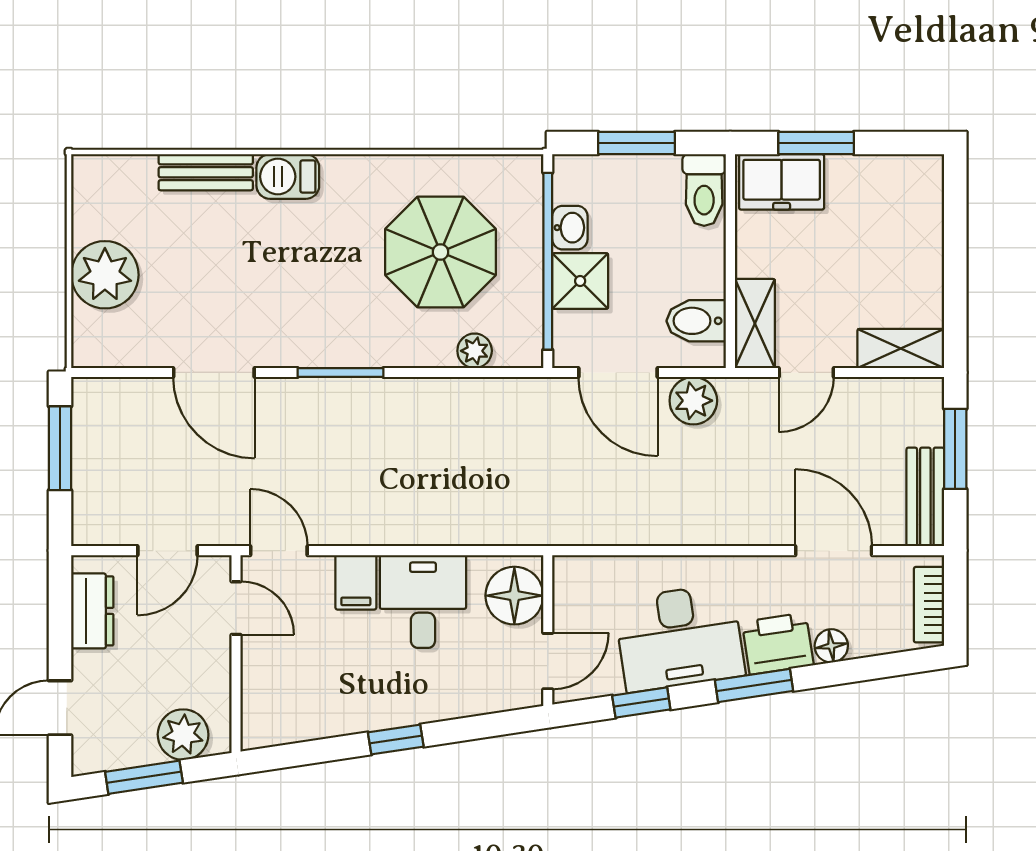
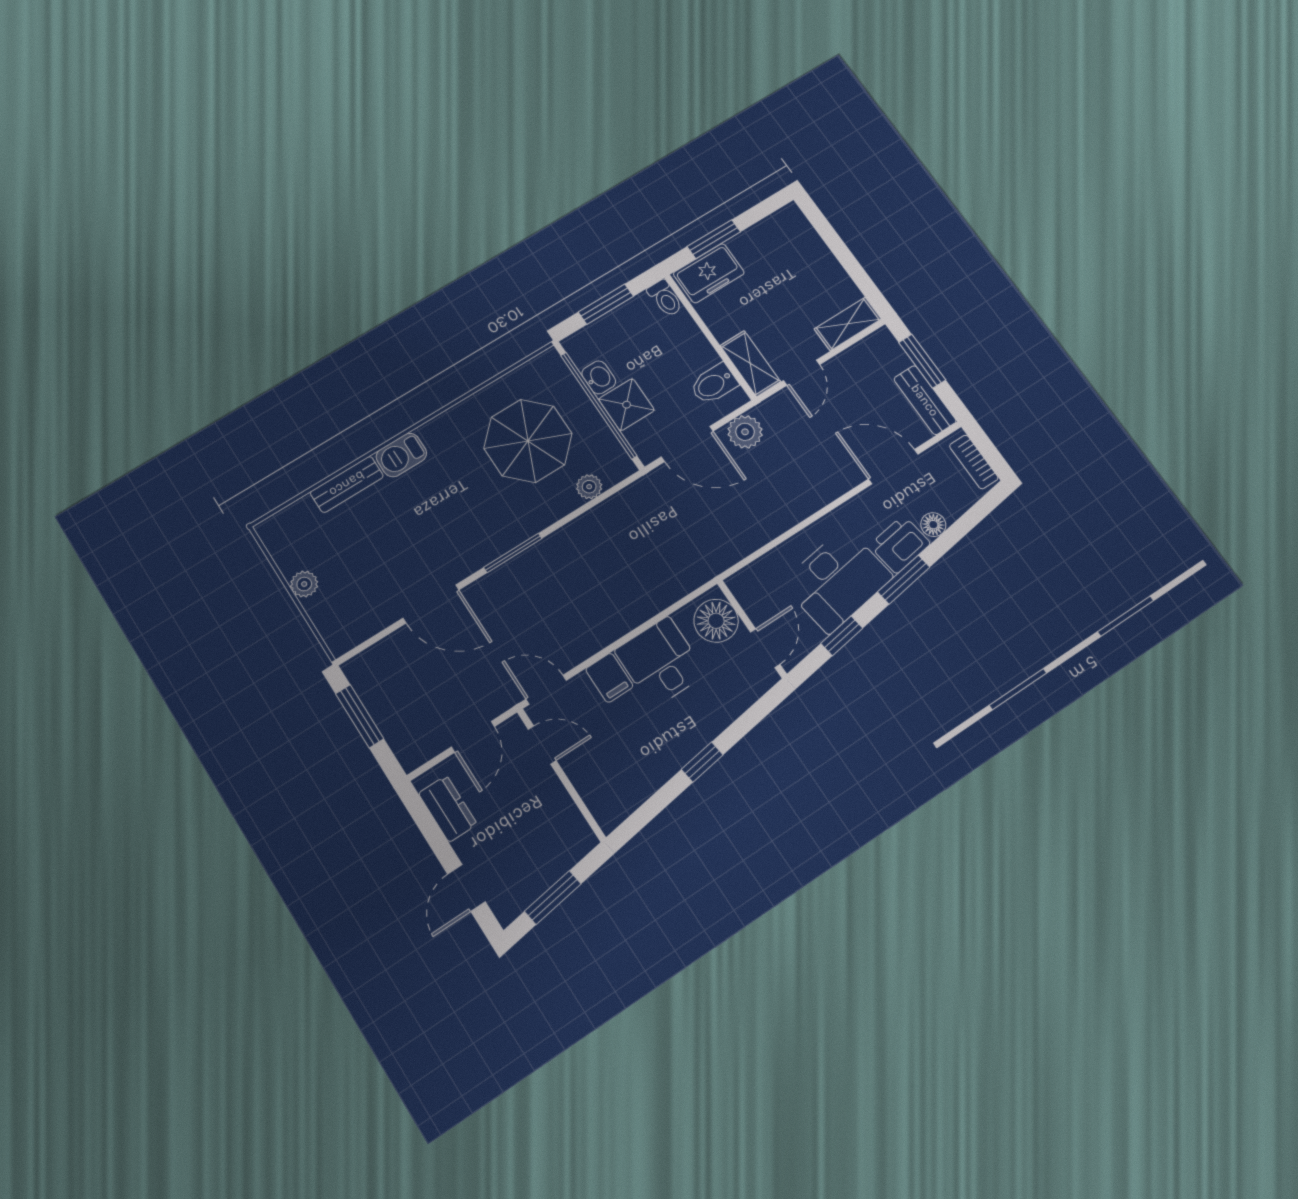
toilet: (704, 190) -> (665, 298), width x0.73, depth x0.72
plant: (105, 275) -> (304, 584), width x0.53, depth x0.53
plant: (183, 735) -> (561, 851), removed

